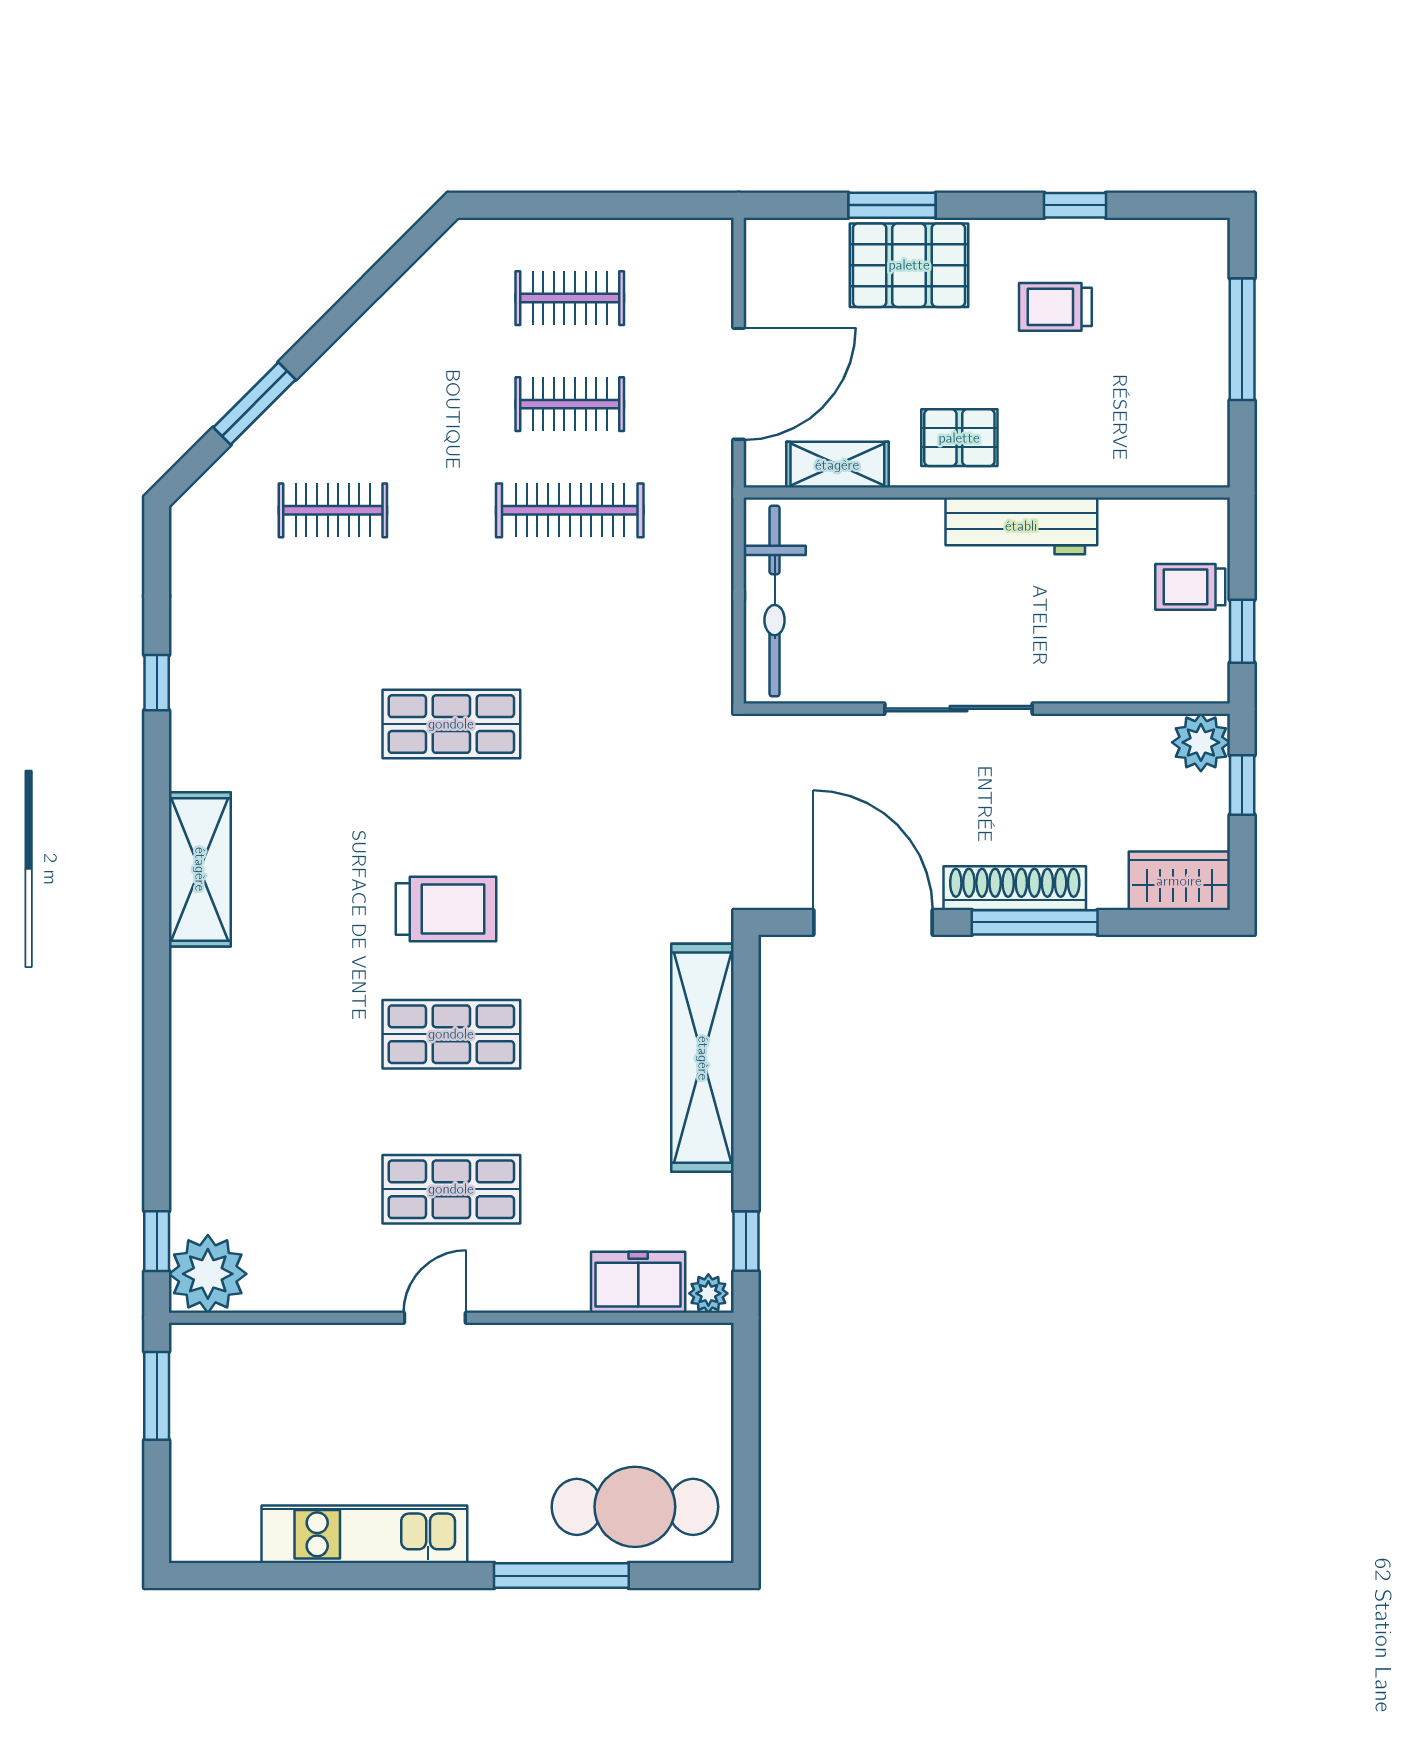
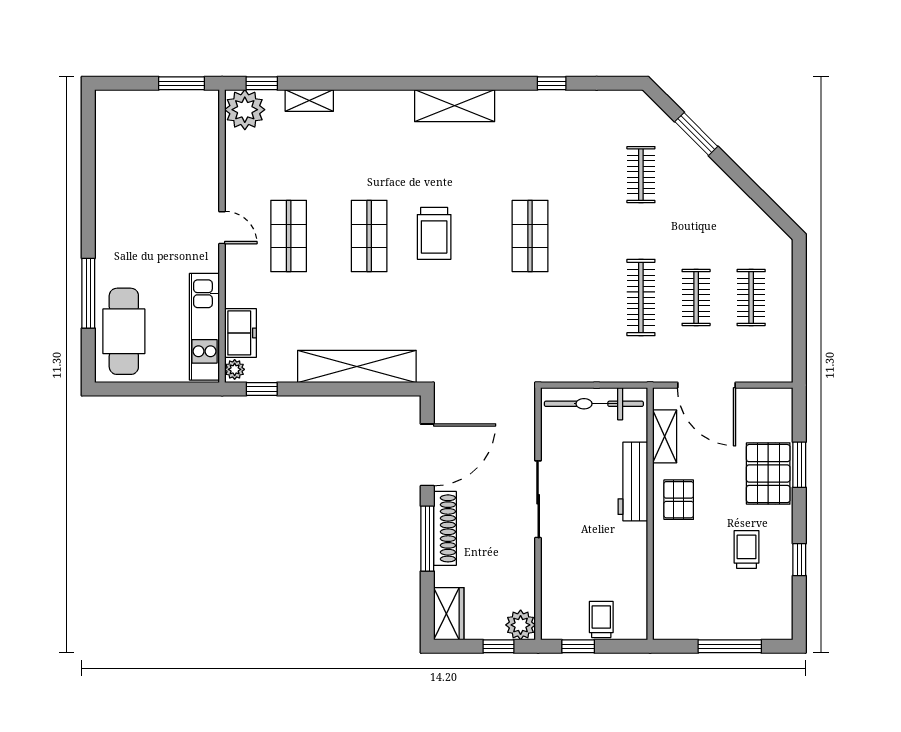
workbench: (1021, 526) -> (633, 481), moved
shelving: (190, 1150) -> (309, 100), added
kitchen unit: (364, 1534) -> (204, 327), moved, turned 180

